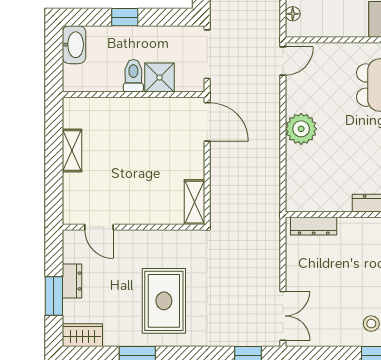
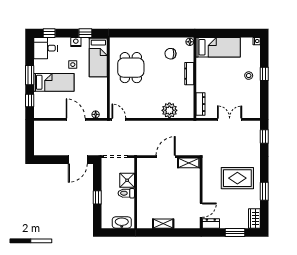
washbasin: (74, 45) -> (122, 223), moved
door: (207, 122) -> (166, 157), moved
plant: (301, 129) -> (169, 110), moved
dresser: (72, 281) -> (211, 224), moved
double door: (283, 316) -> (230, 119), moved

